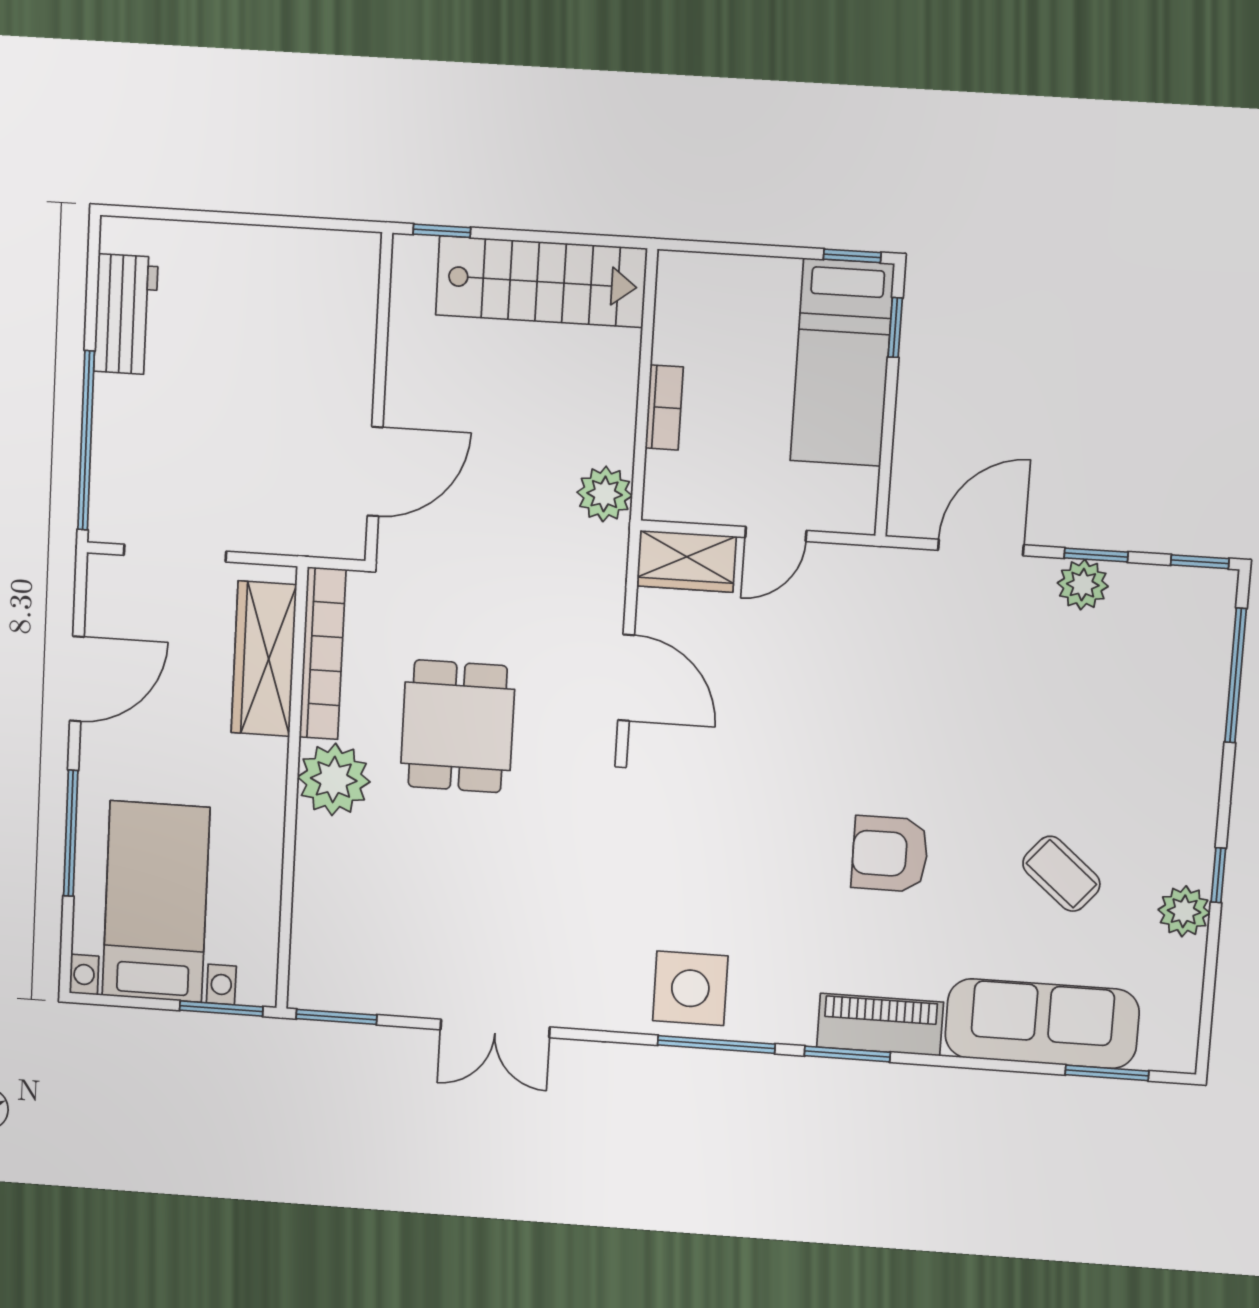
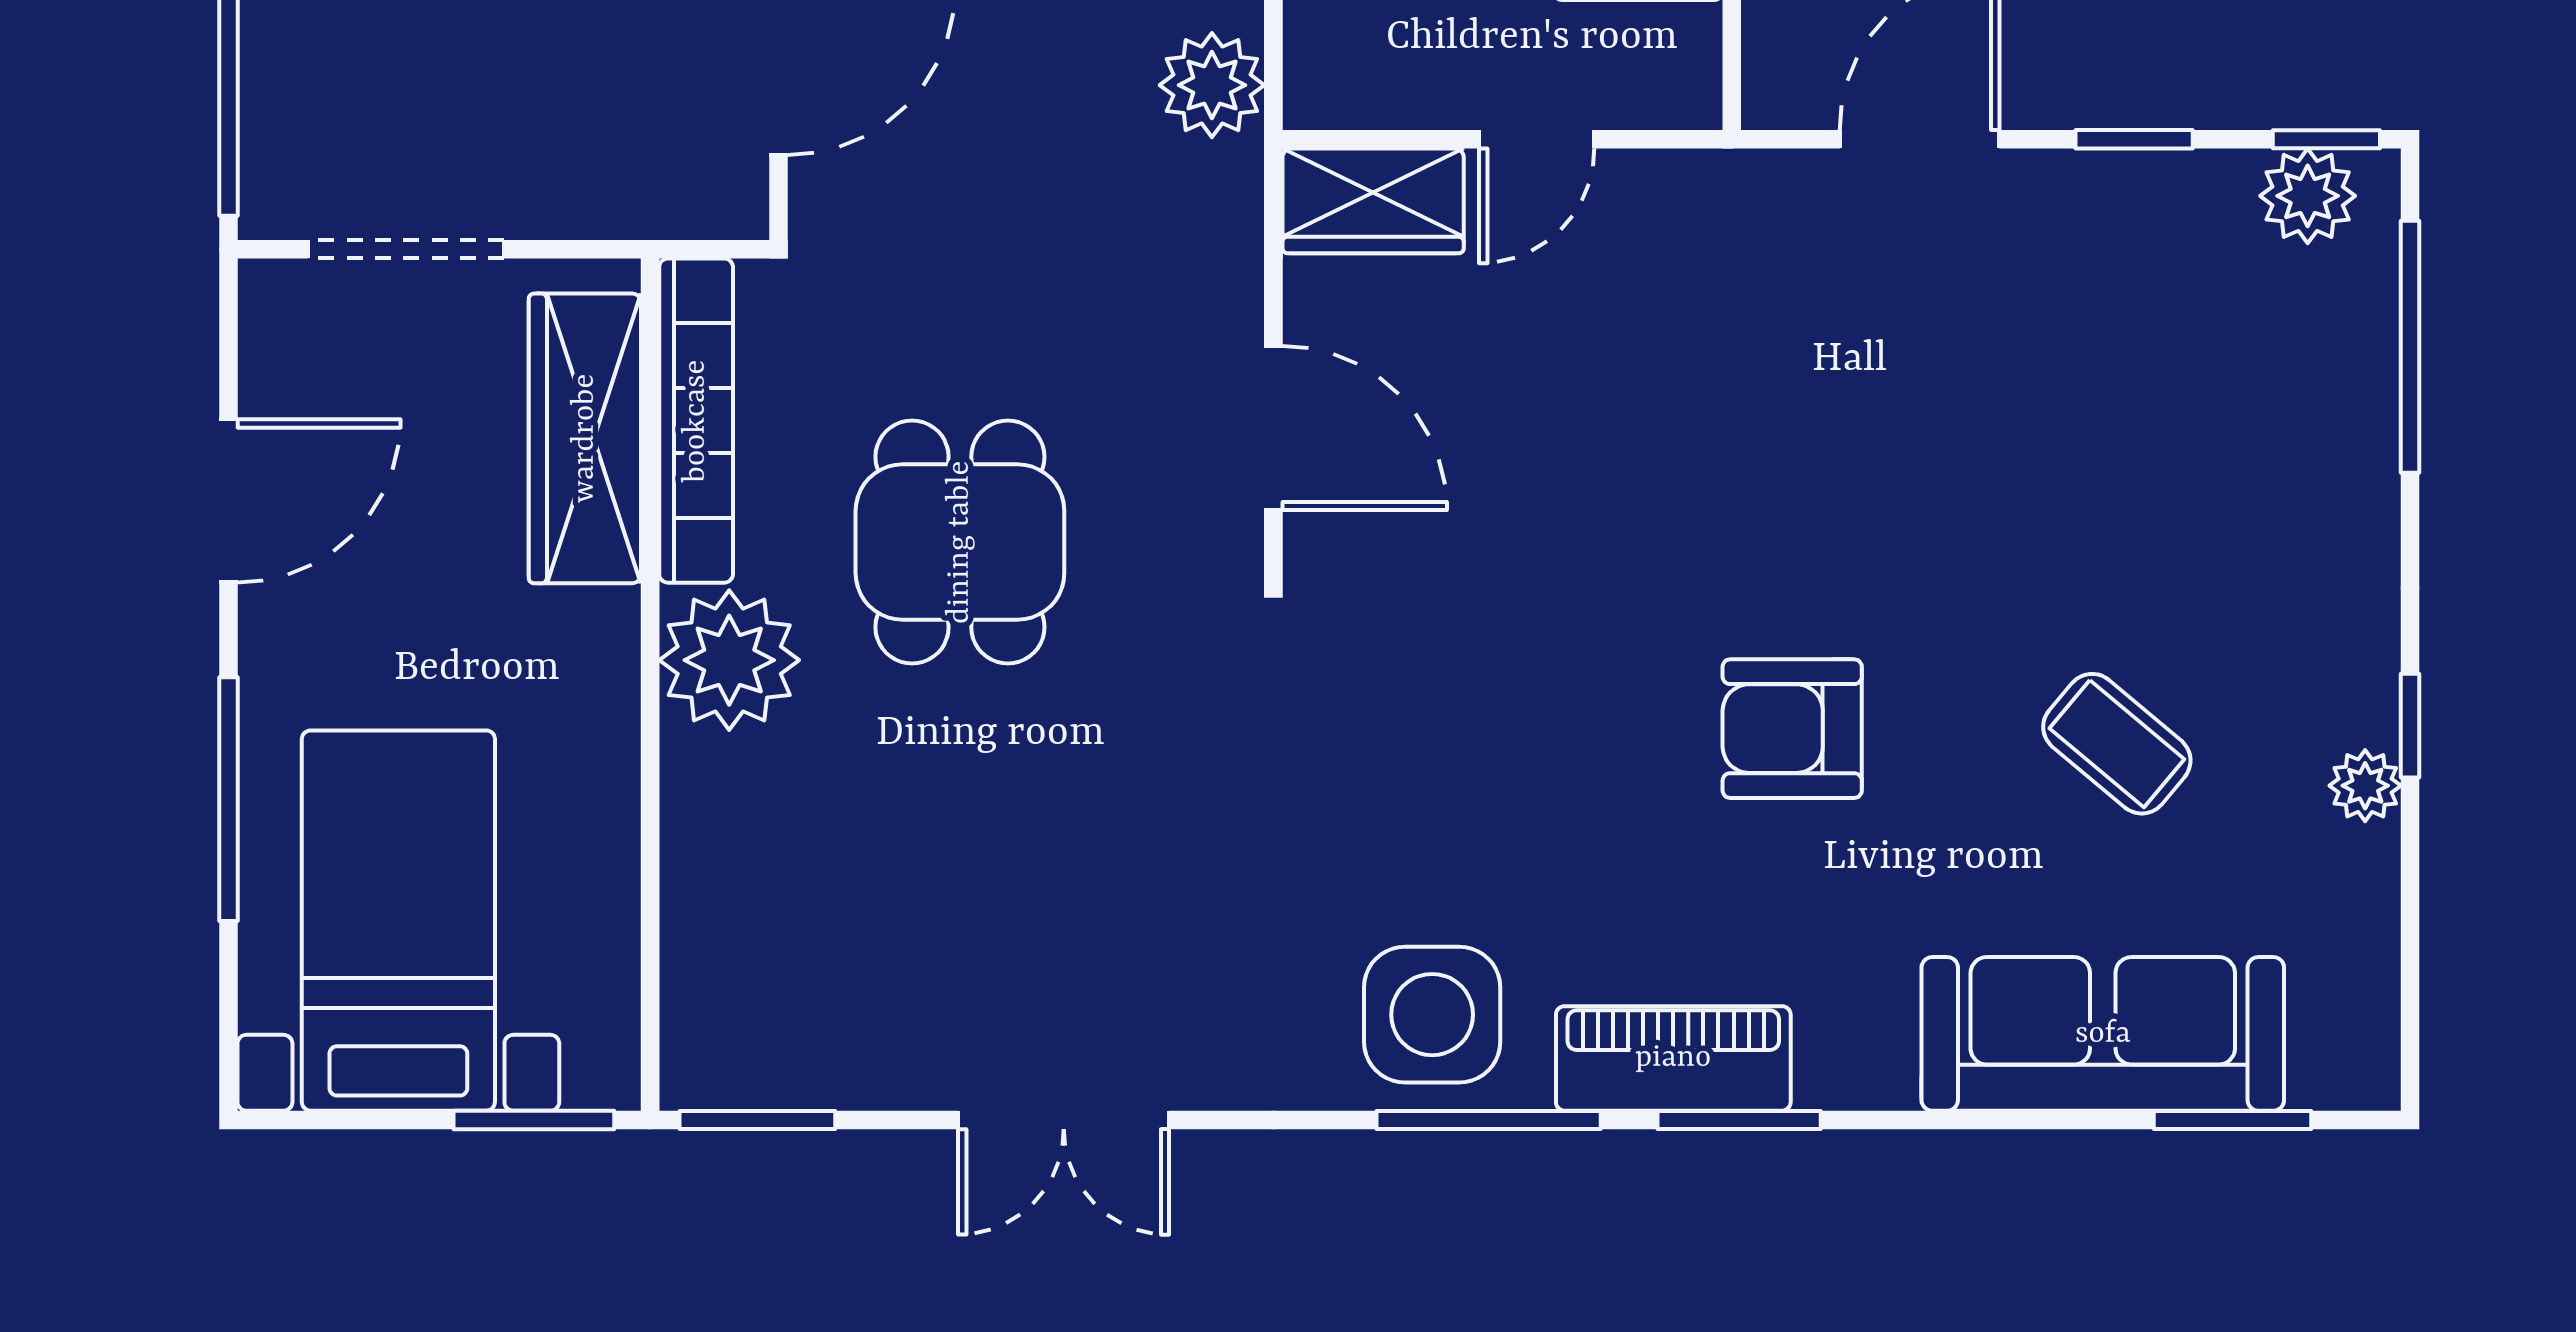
plant: (1083, 585) -> (2308, 196), moved
plant: (1184, 911) -> (2365, 786), width x0.73, depth x0.73
piano: (880, 1025) -> (1673, 1058), moved

